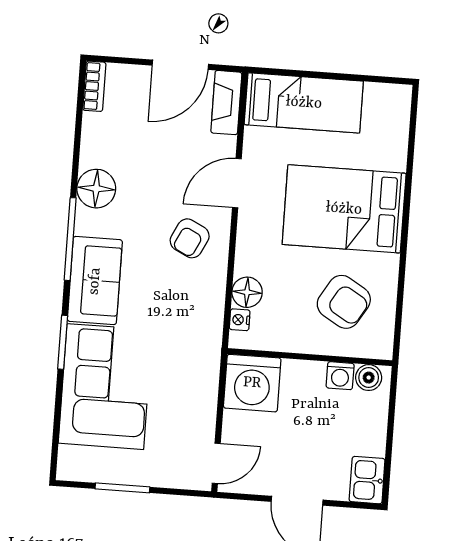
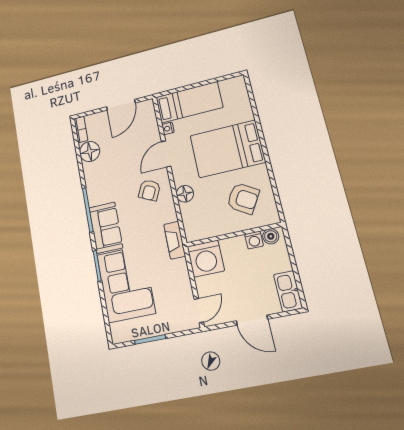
fireplace: (226, 103) -> (175, 240), moved
floor lamp: (96, 189) -> (90, 151), moved
floor lamp: (247, 292) -> (185, 194), moved
nightstand: (240, 320) -> (168, 128), moved
kitchen sink: (367, 480) -> (288, 291), width x1.38

